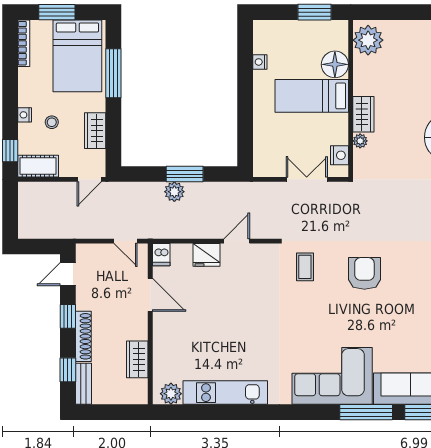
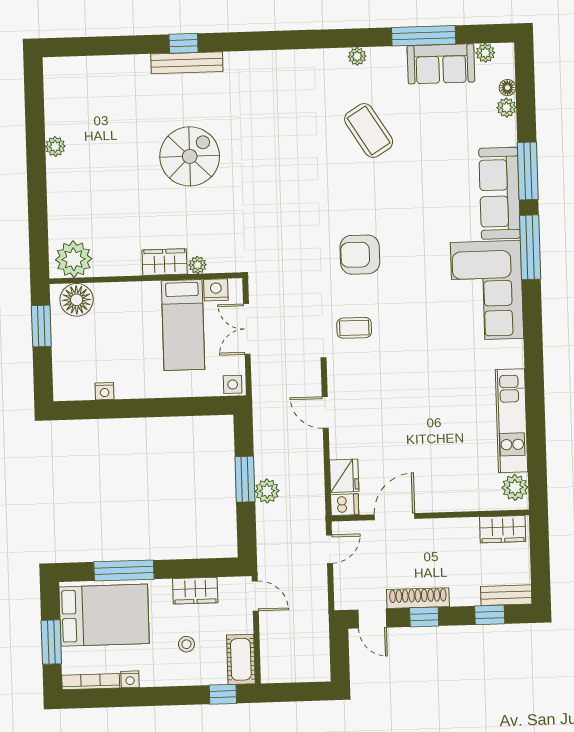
floor lamp: (335, 64) -> (77, 300), moved
bed: (312, 96) -> (183, 325), moved
nightstand: (25, 115) -> (130, 679), moved
side table: (262, 166) -> (233, 384), added
fridge: (206, 255) -> (344, 476), moved
shoe rack: (83, 336) -> (418, 598), moved
wardrobe: (137, 359) -> (503, 529), moved

